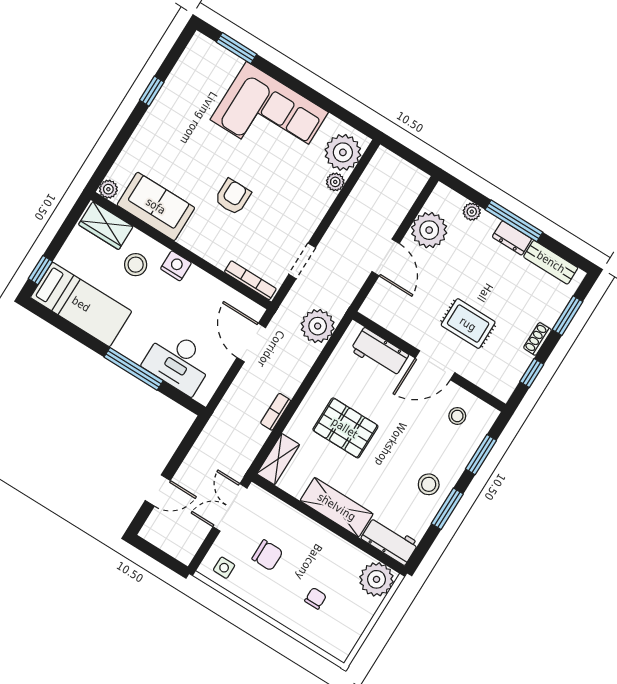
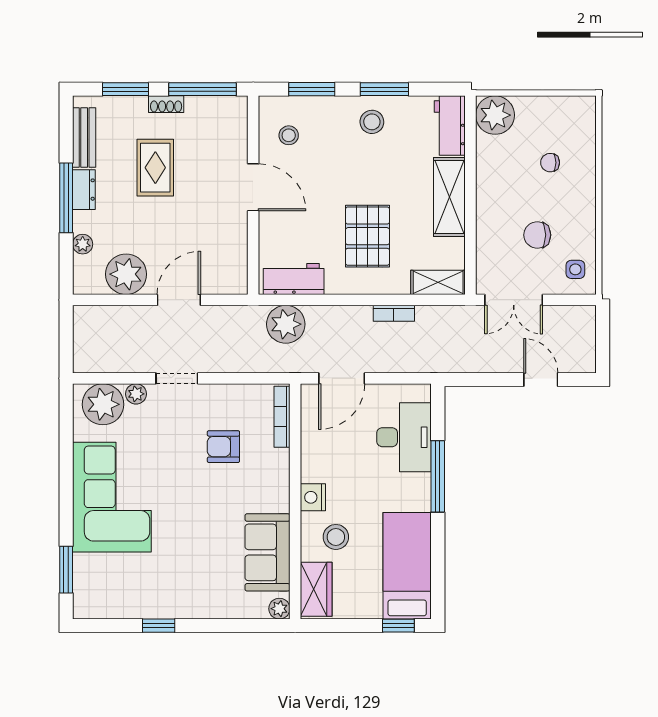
armchair: (233, 197) -> (223, 447), moved
doorway: (302, 261) -> (177, 378), moved
rug: (468, 324) -> (155, 168), moved
workbench: (380, 352) -> (294, 279), moved, turned -90
window: (532, 373) -> (202, 89), width x2.17
chair: (267, 555) -> (537, 235), turned -90

